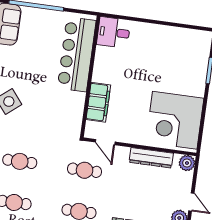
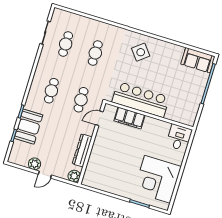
bar counter: (77, 54) -> (141, 100), moved
corner desk: (175, 120) -> (157, 179), moved, turned -90

